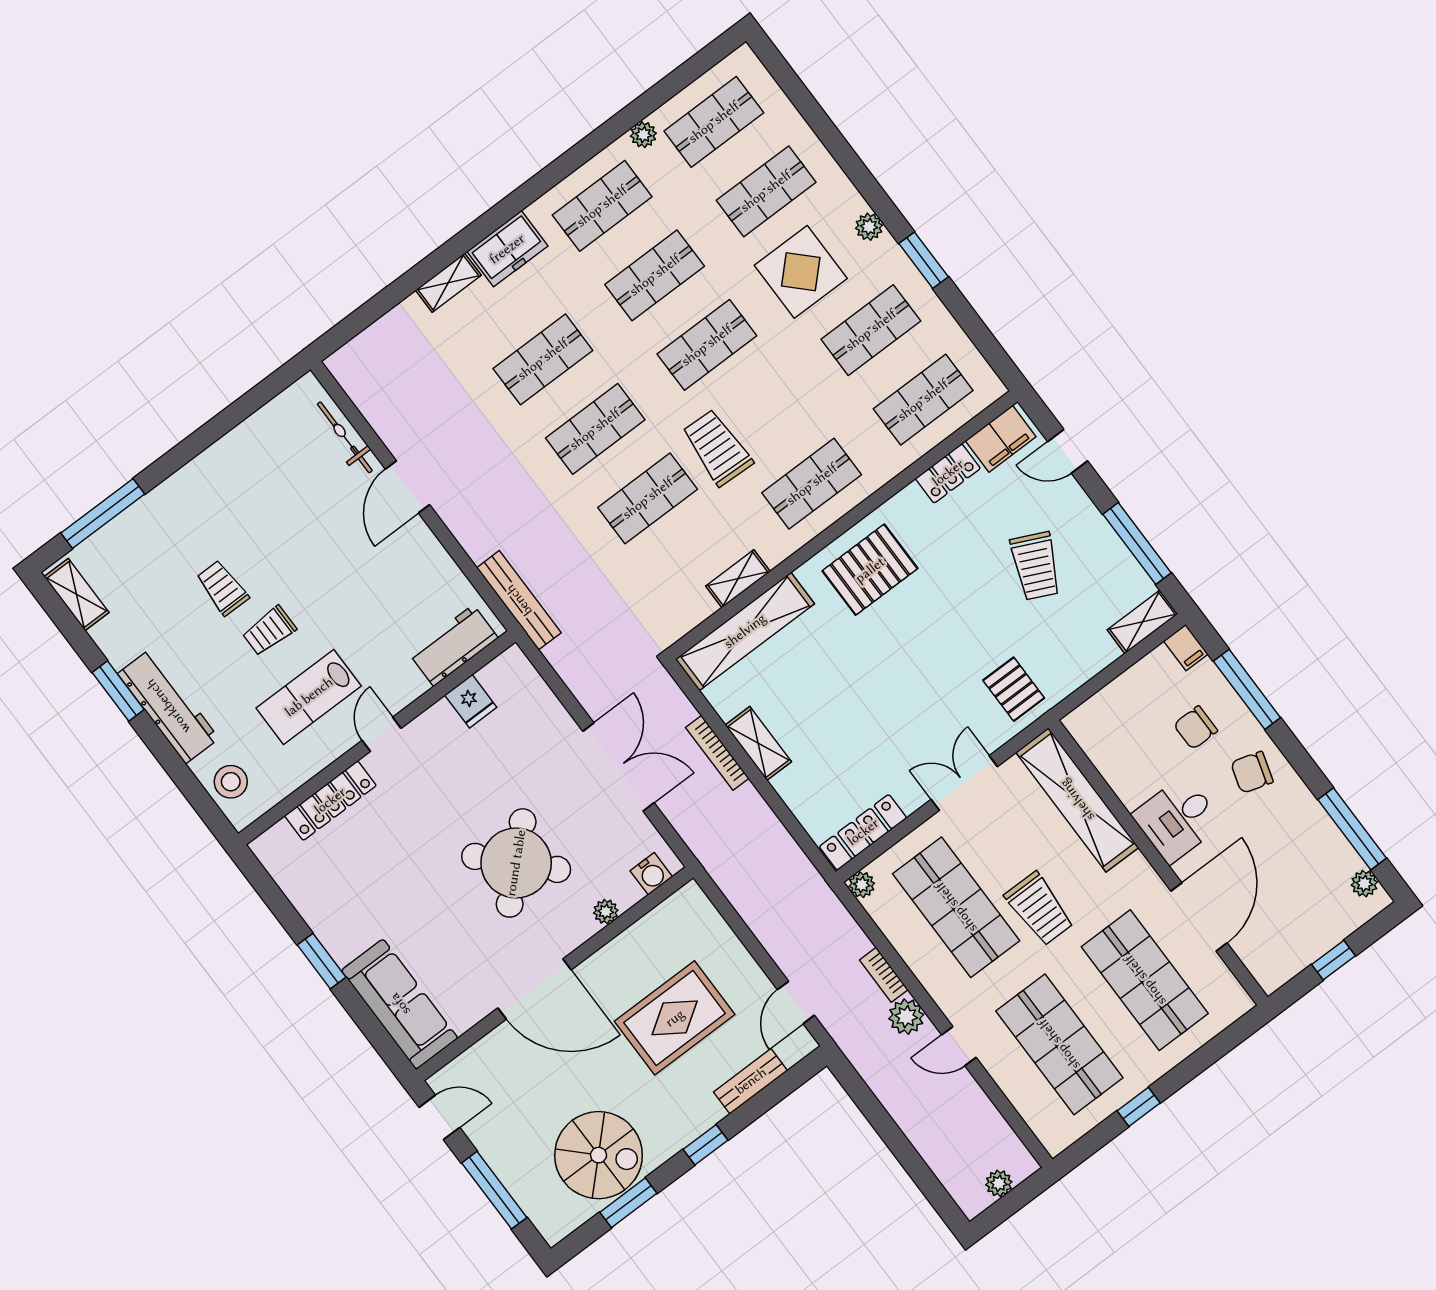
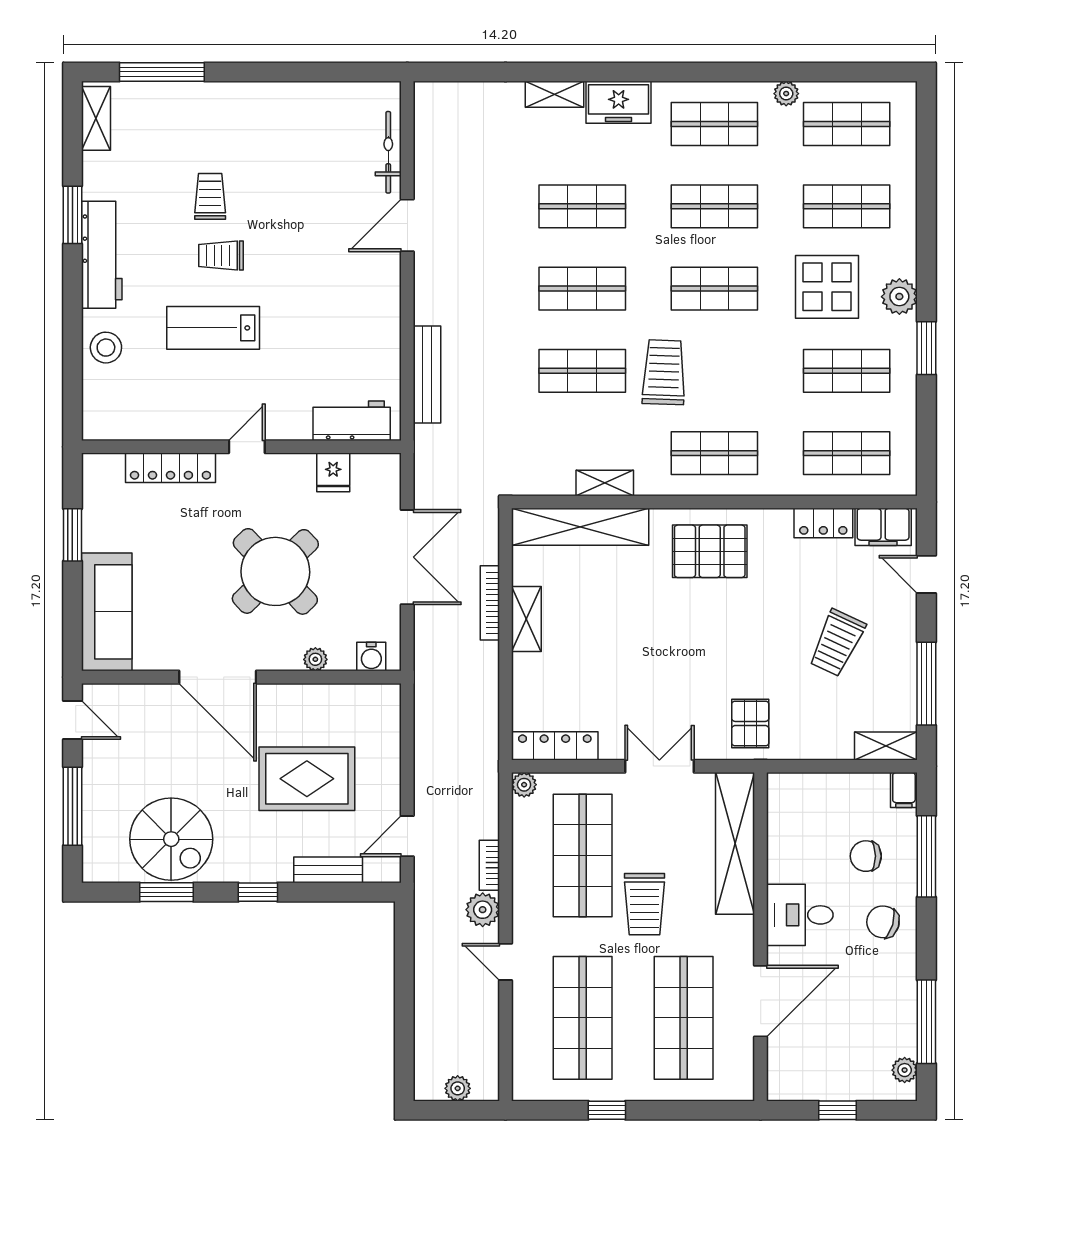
plant: (869, 227) -> (899, 297), width x1.38, depth x1.38
workbench: (453, 646) -> (352, 421), moved
fridge: (471, 701) -> (333, 472), moved
door: (382, 734) -> (247, 447), moved
wall: (377, 738) -> (241, 447), moved
locker: (330, 801) -> (170, 468), moved

